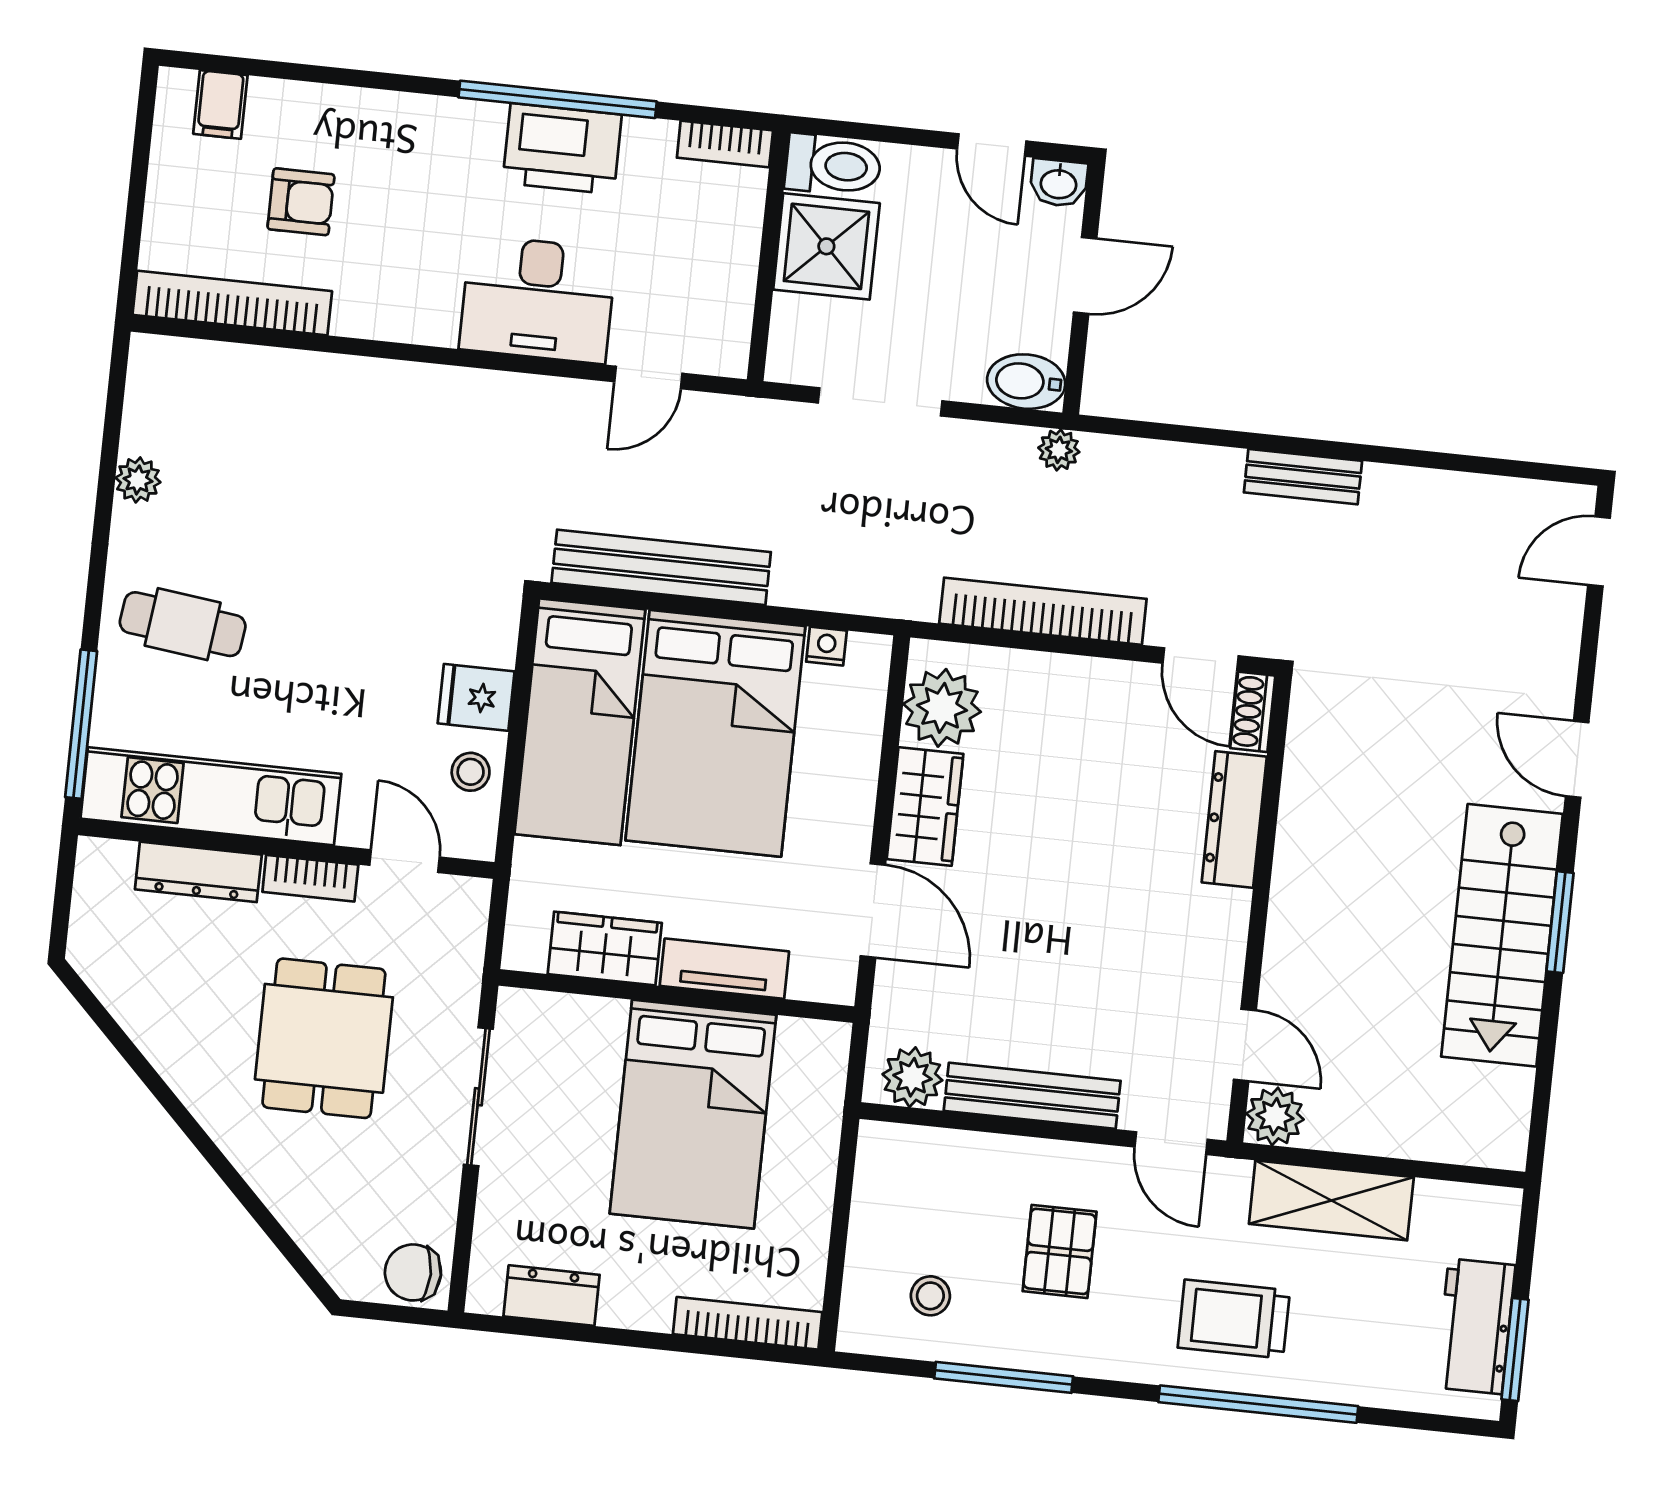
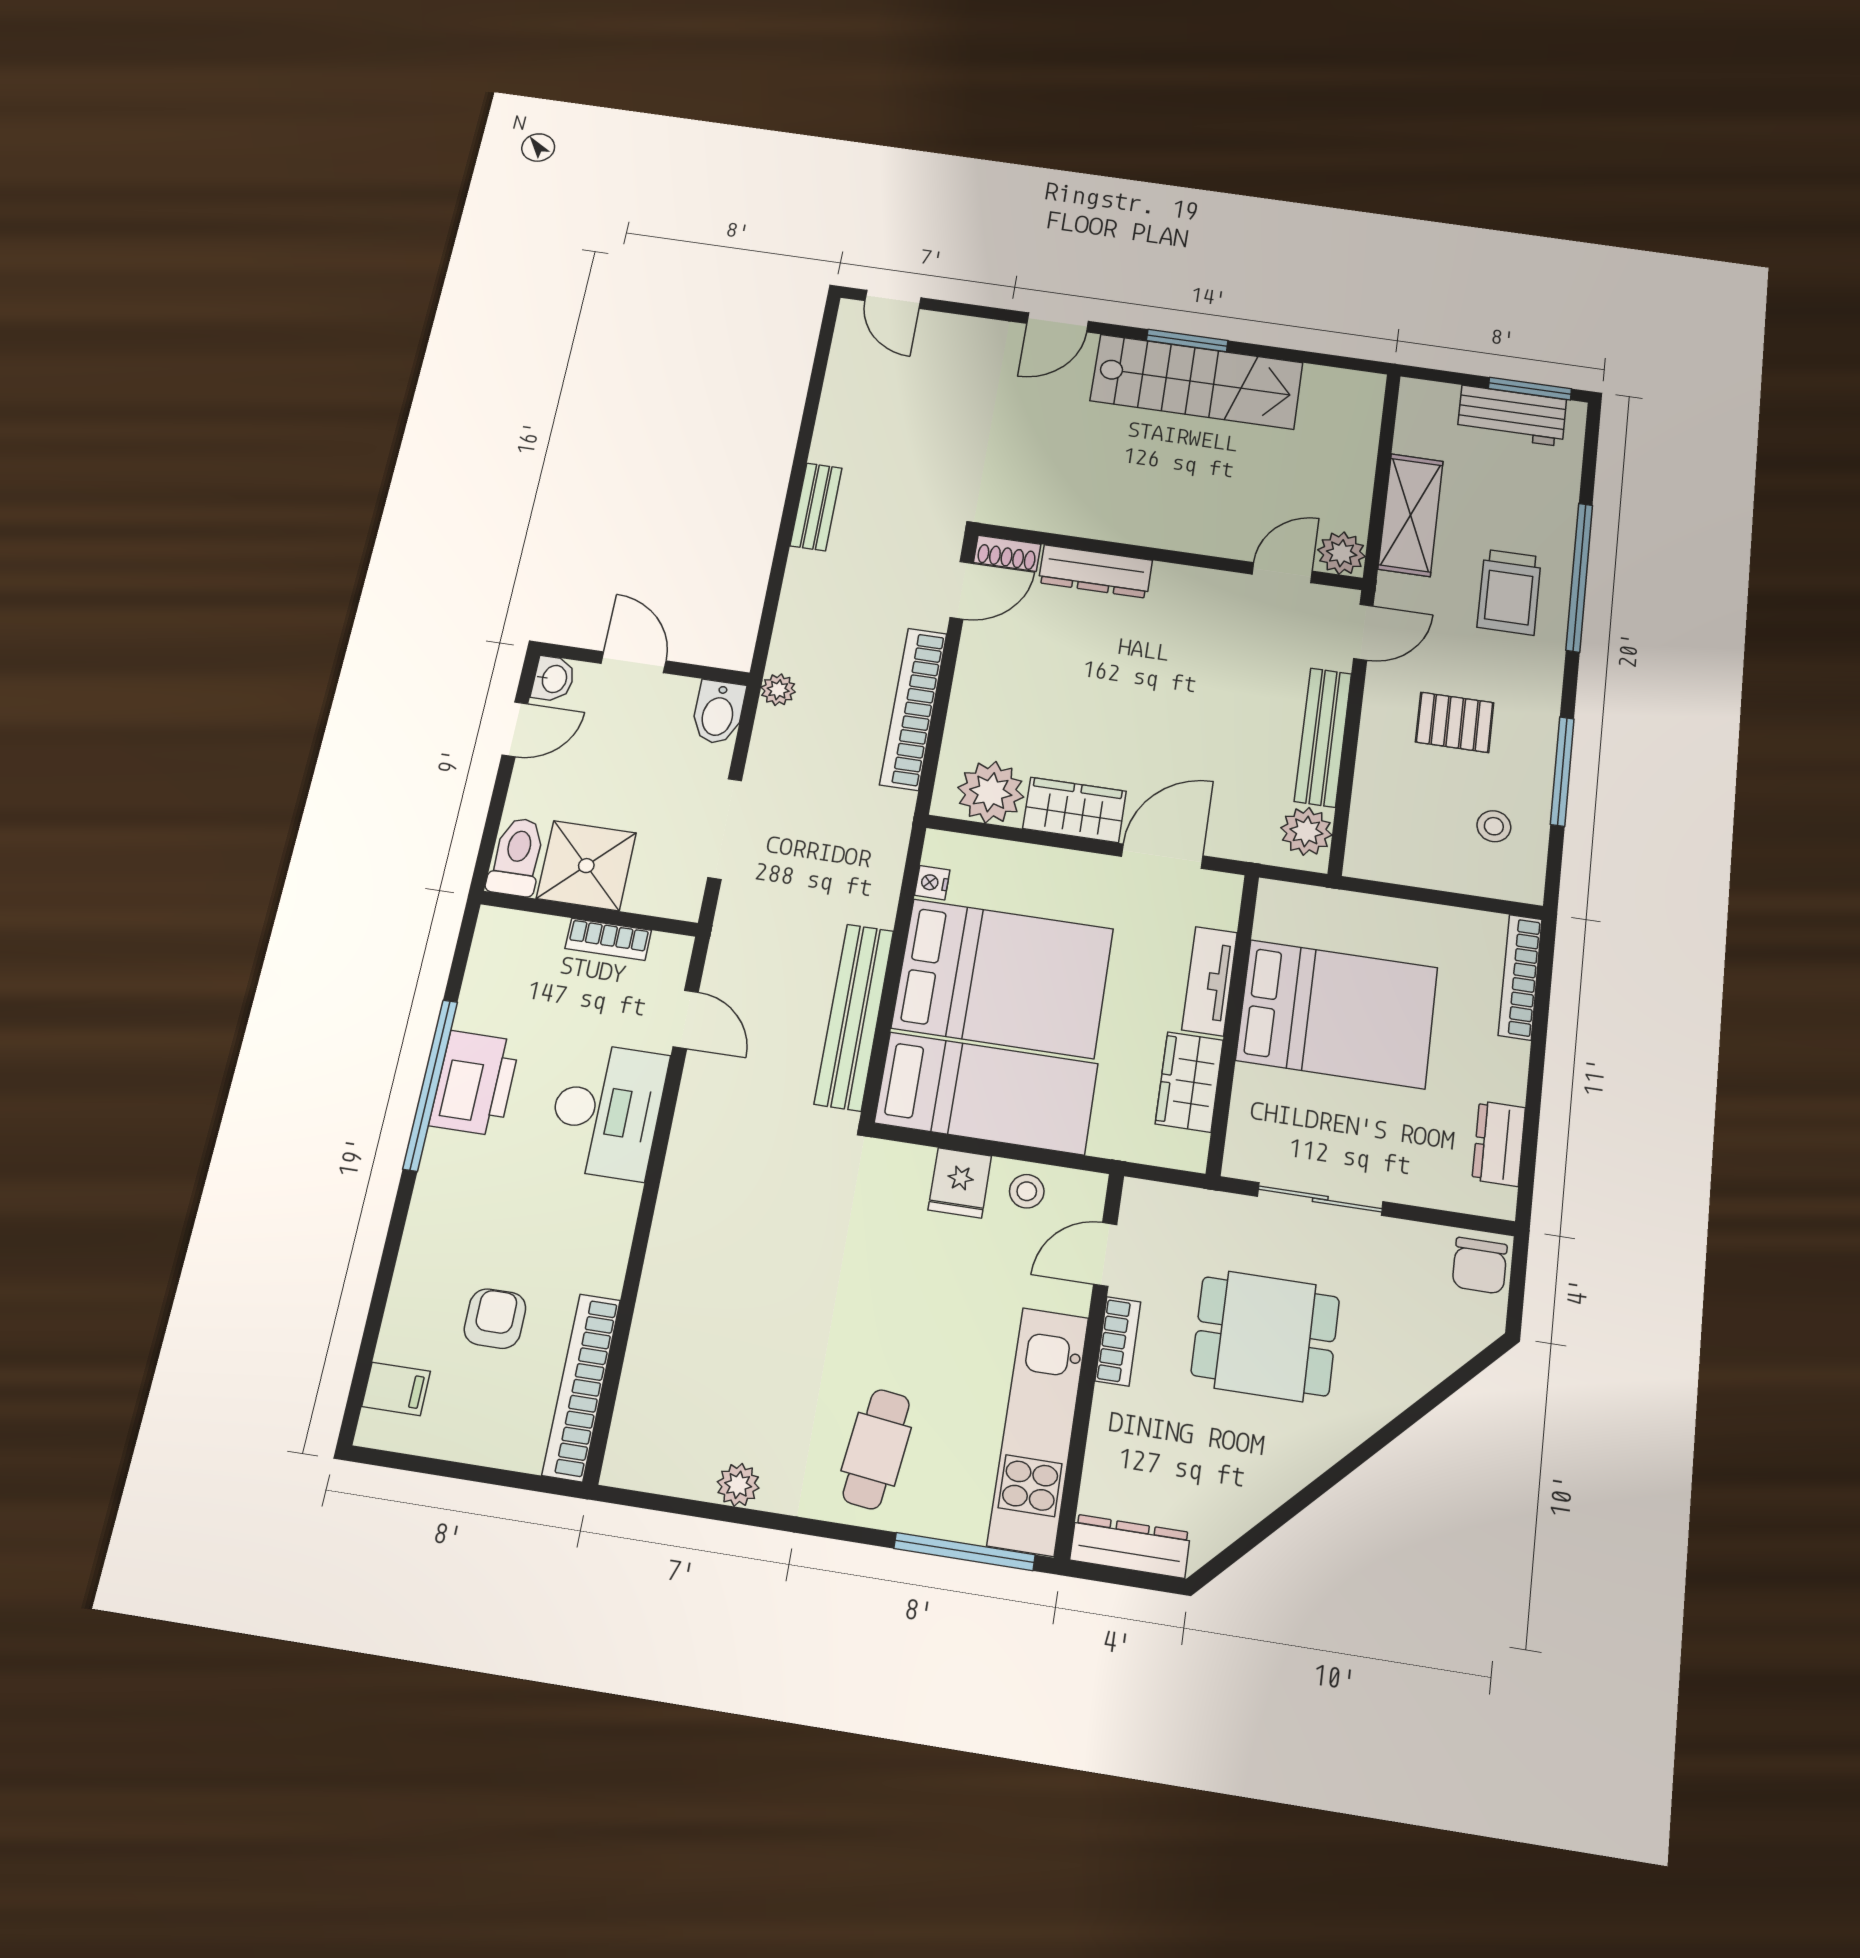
bookcase: (725, 144) -> (608, 939), moved, turned 90
dresser: (198, 872) -> (1130, 1546), moved, turned -90

